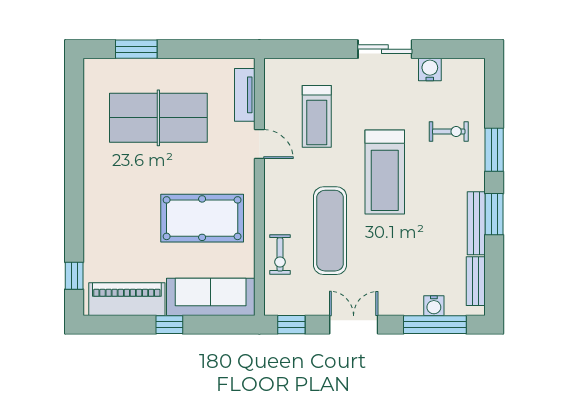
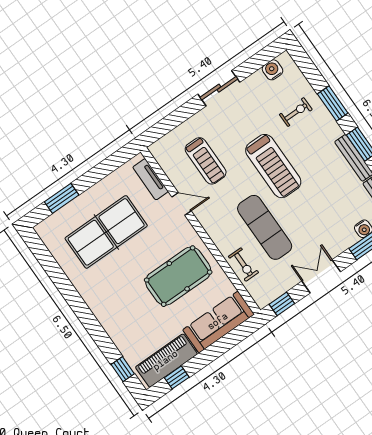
water cooler: (430, 69) -> (272, 70), moved
window: (169, 325) -> (177, 377), moved

